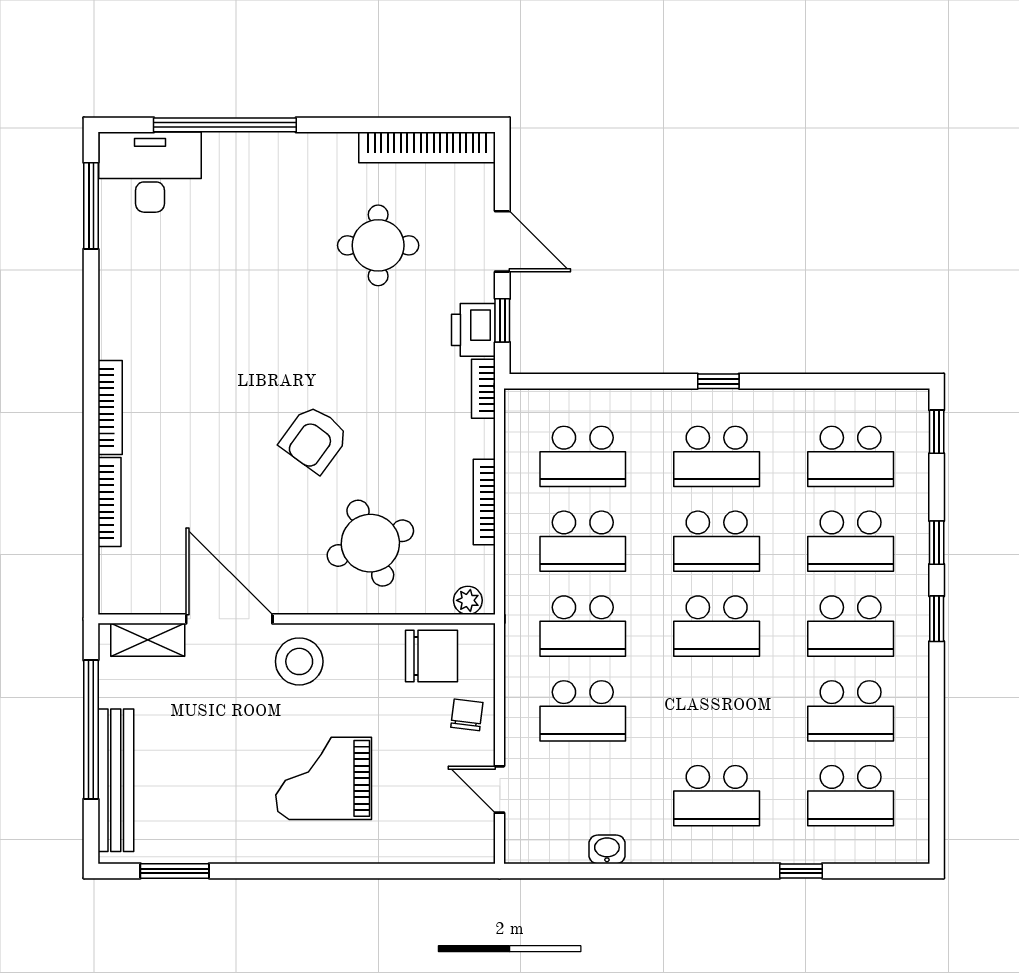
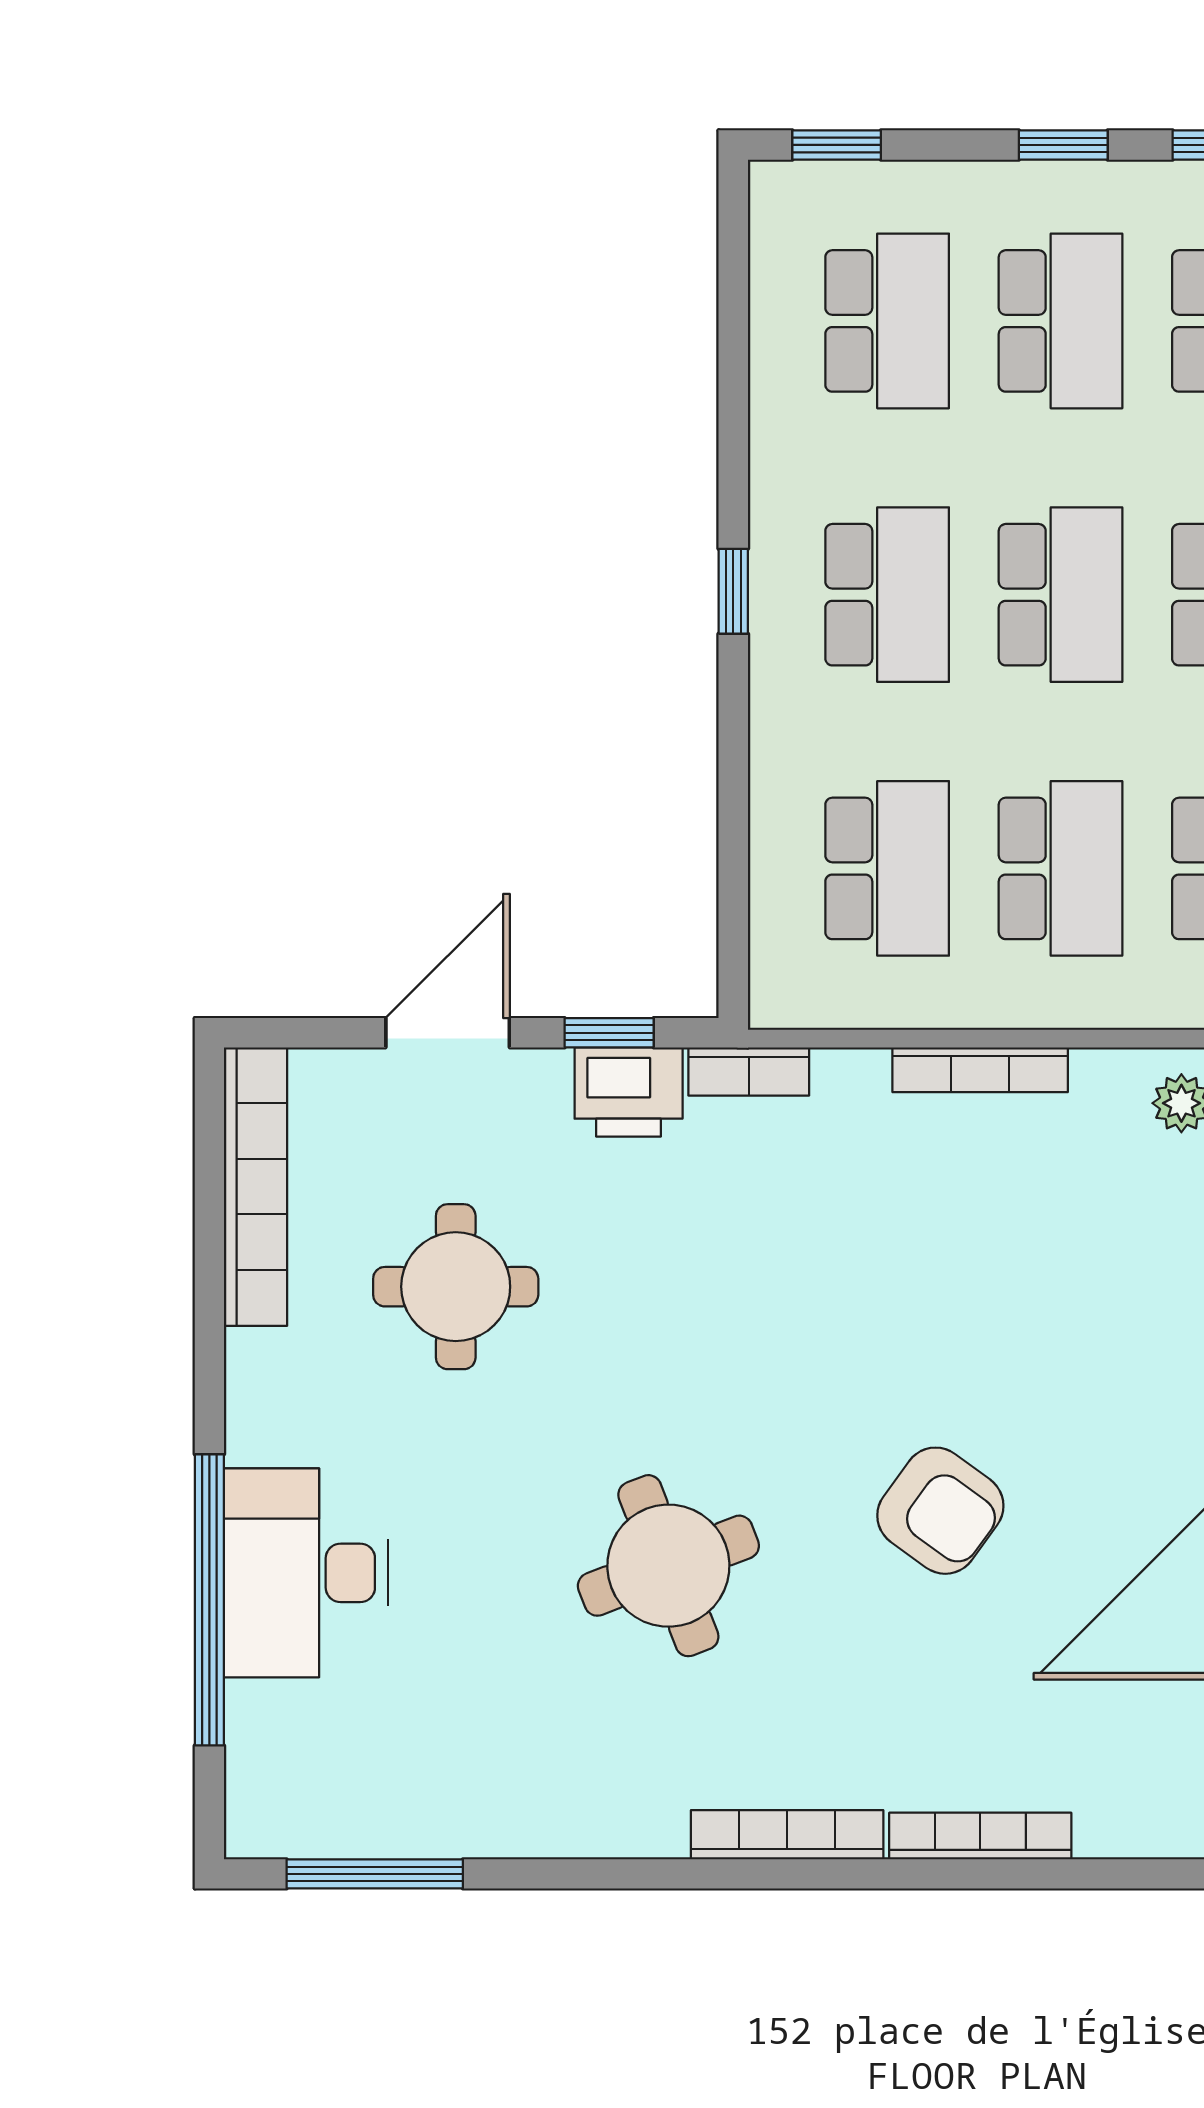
desk: (150, 172) -> (306, 1573), moved
armchair: (314, 439) -> (940, 1511), moved
round table: (370, 543) -> (668, 1566), moved

